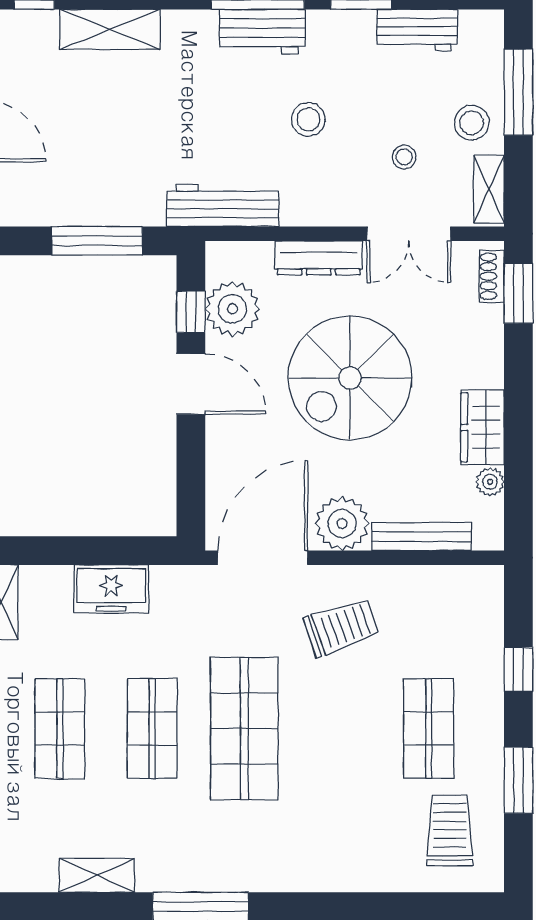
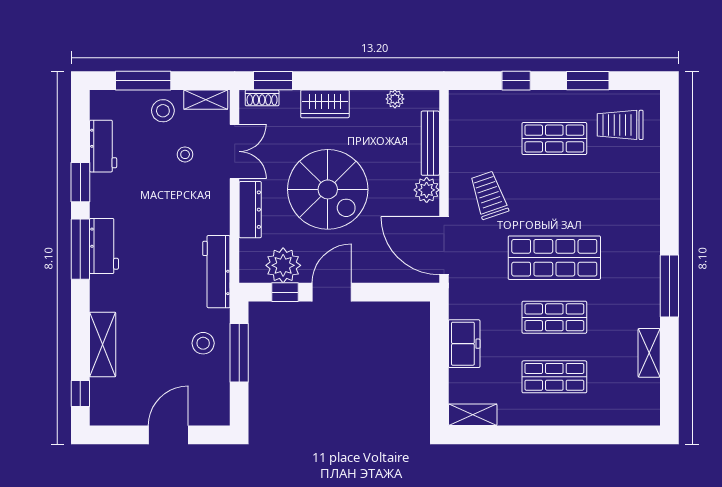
stool: (308, 119) -> (203, 343), moved
wardrobe: (483, 427) -> (325, 104), moved
plant: (342, 524) -> (427, 190), width x0.73, depth x0.73

